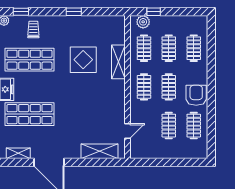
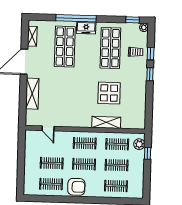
window: (21, 12) -> (151, 54), moved
window: (74, 12) -> (150, 74), moved
shelving: (100, 151) -> (32, 94), moved

